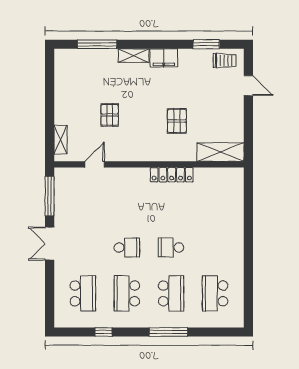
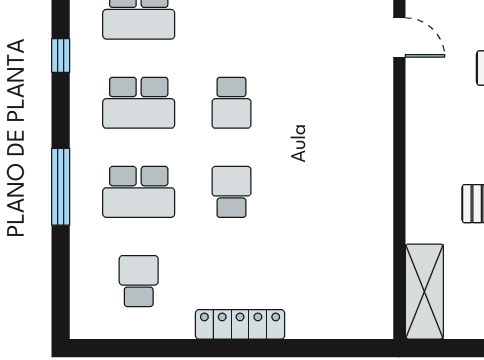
locker: (172, 175) -> (240, 324), moved, turned 90
school desk: (127, 293) -> (139, 103), turned 180
school desk: (215, 293) -> (139, 281), width x0.54

